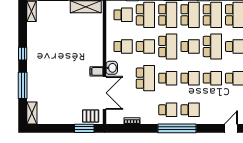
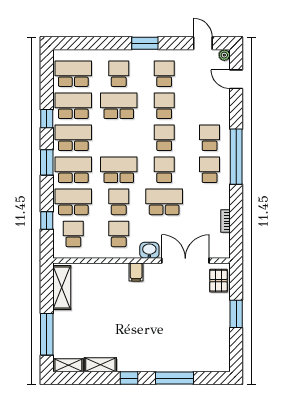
school desk: (190, 46) -> (119, 138), removed
filing cabinet: (97, 71) -> (136, 272), moved
shelving: (32, 113) -> (100, 365), moved
window: (84, 128) -> (236, 314), moved

